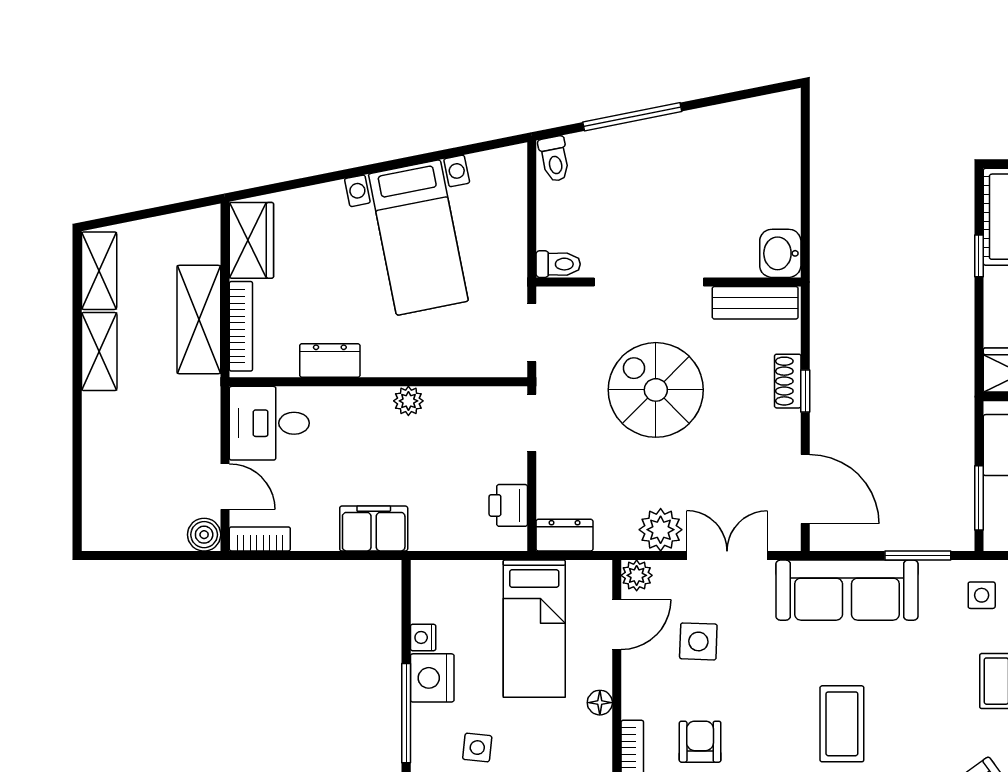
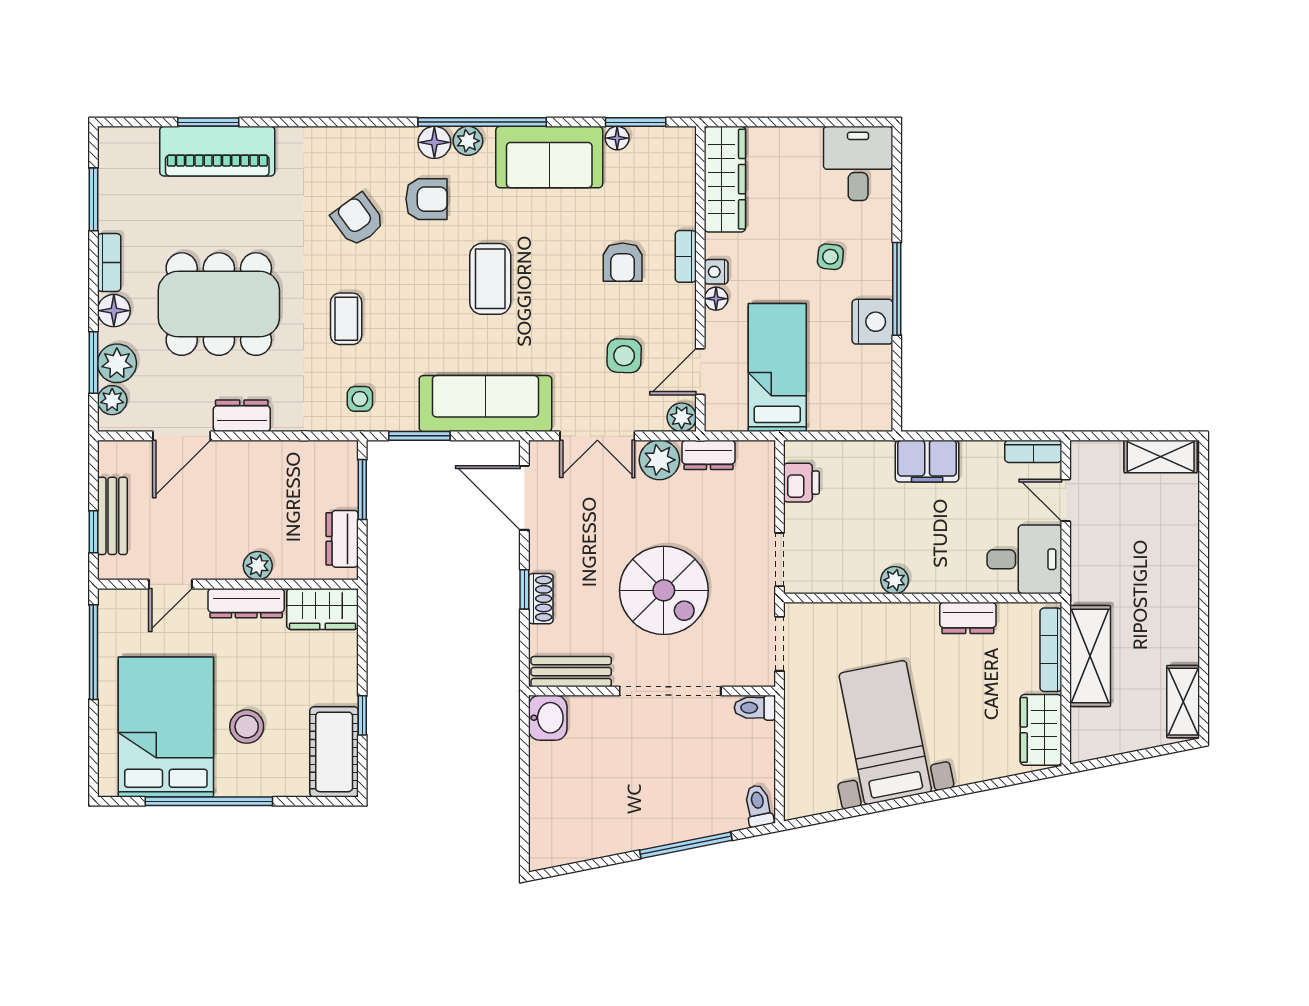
shelving: (99, 352) -> (1161, 456), moved, turned 90
boiler: (204, 535) -> (1085, 455), removed
dresser: (565, 535) -> (709, 455), moved
nightstand: (423, 637) -> (716, 272), moved, turned 180

